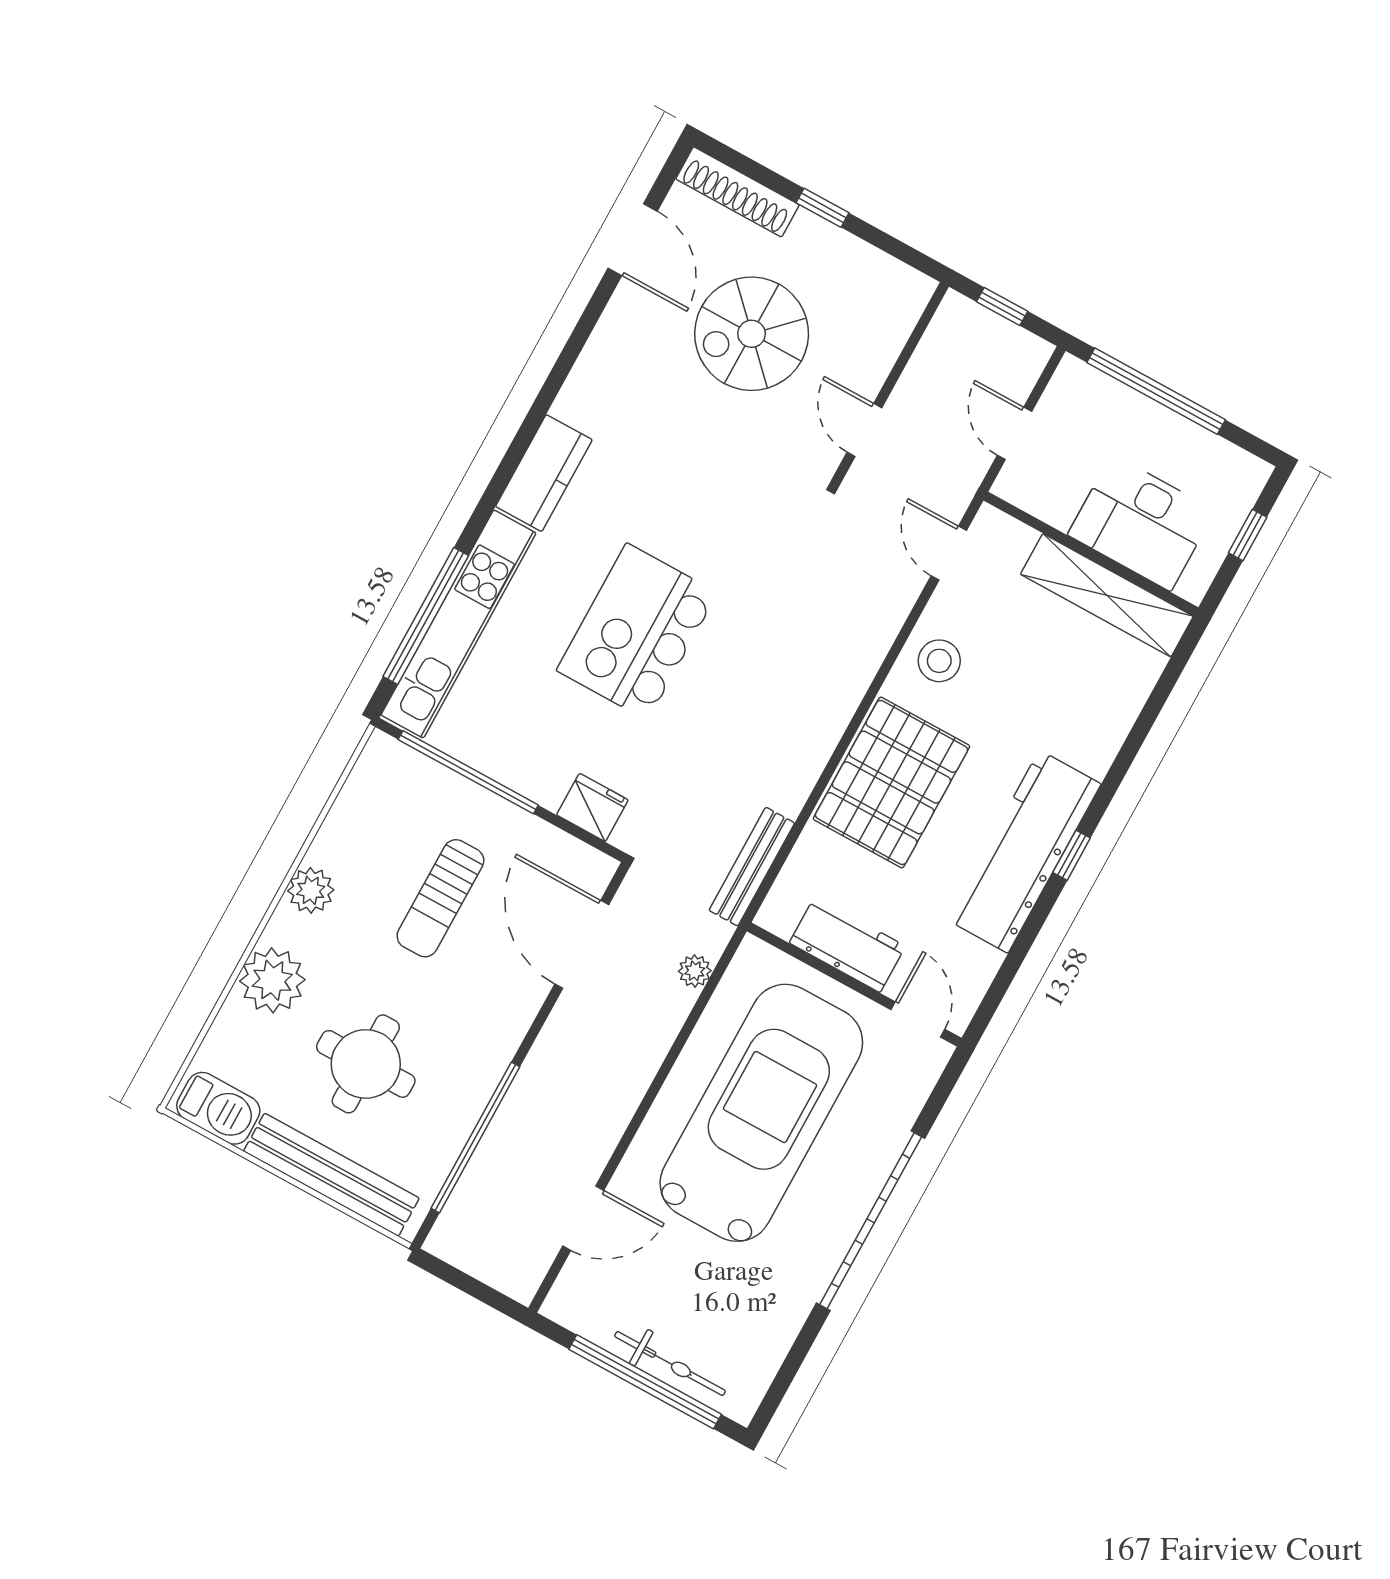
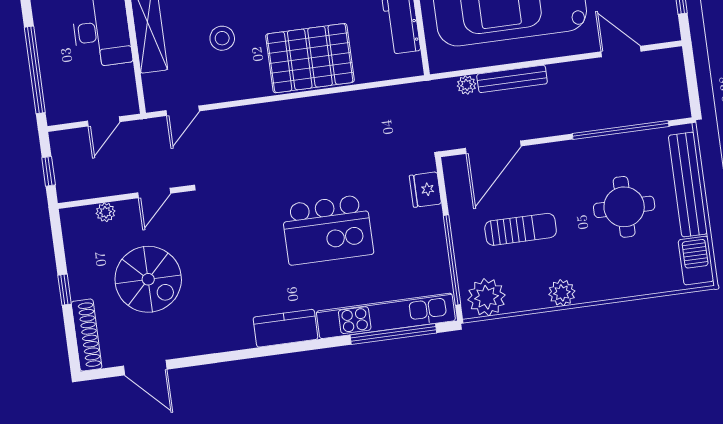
door: (633, 240) -> (145, 368), swing flipped
plant: (888, 343) -> (105, 212), added
stool: (939, 661) -> (222, 38), moved
bench: (752, 867) -> (512, 79), moved
plant: (272, 980) -> (487, 297), moved

